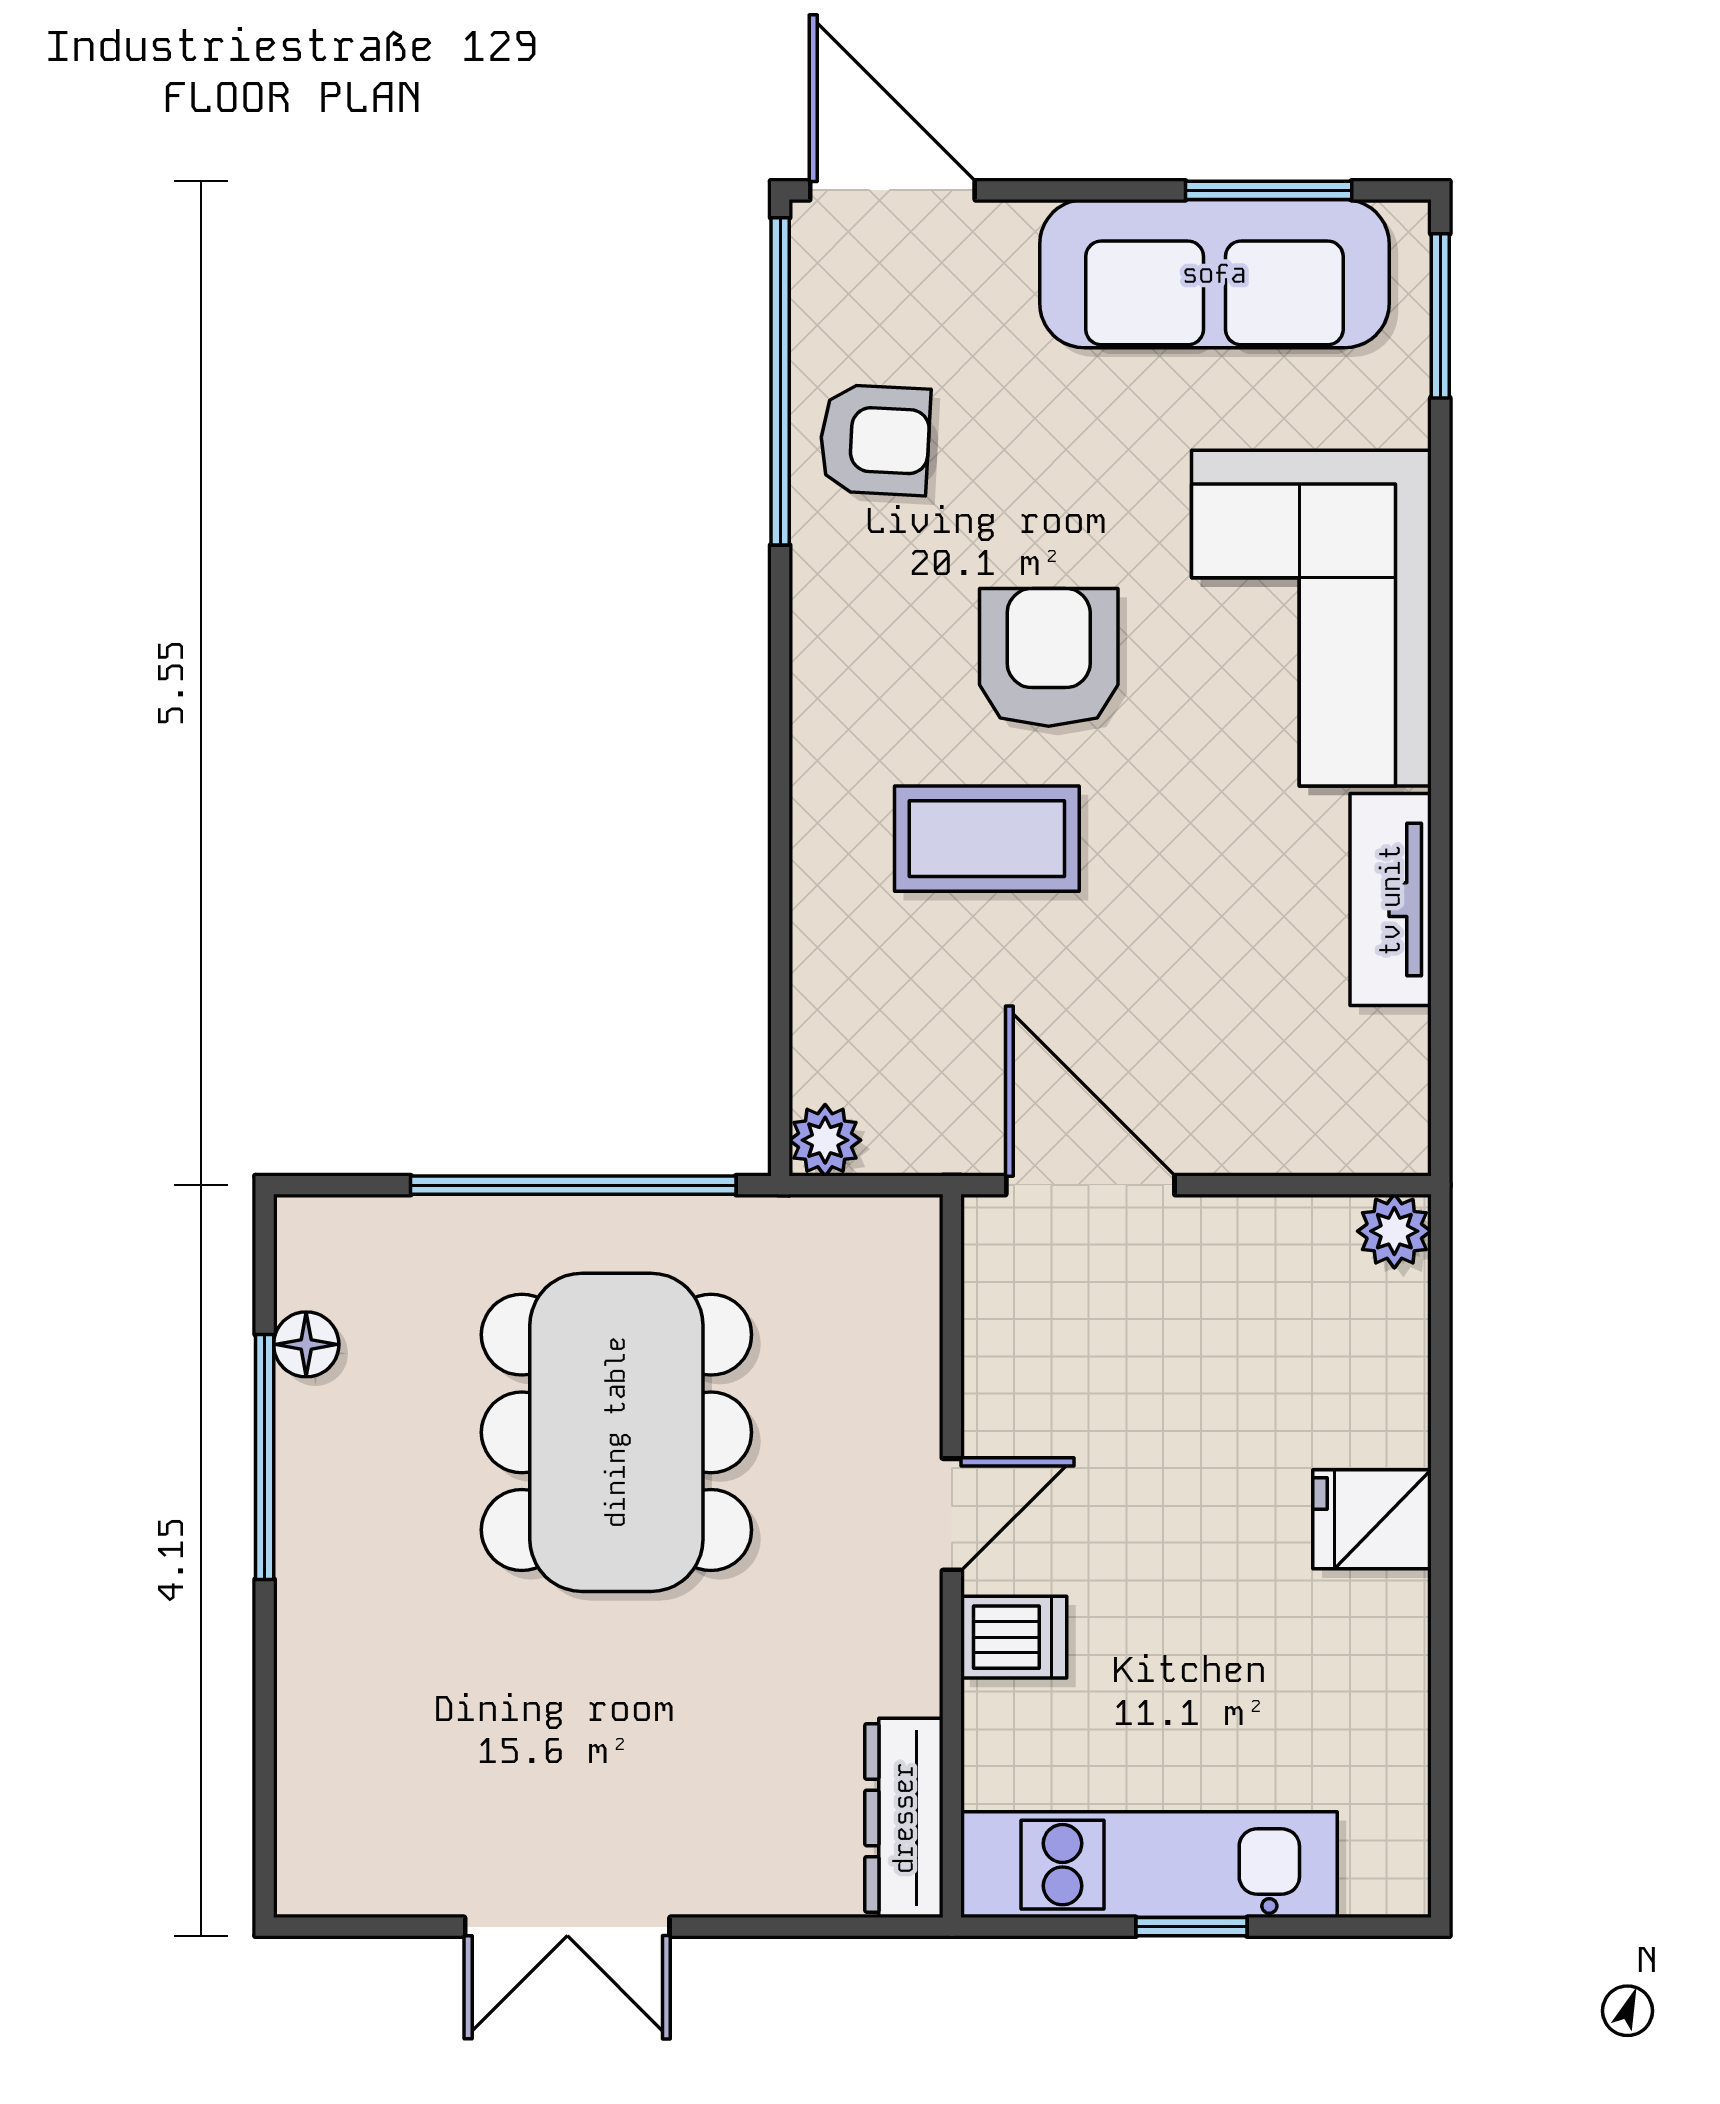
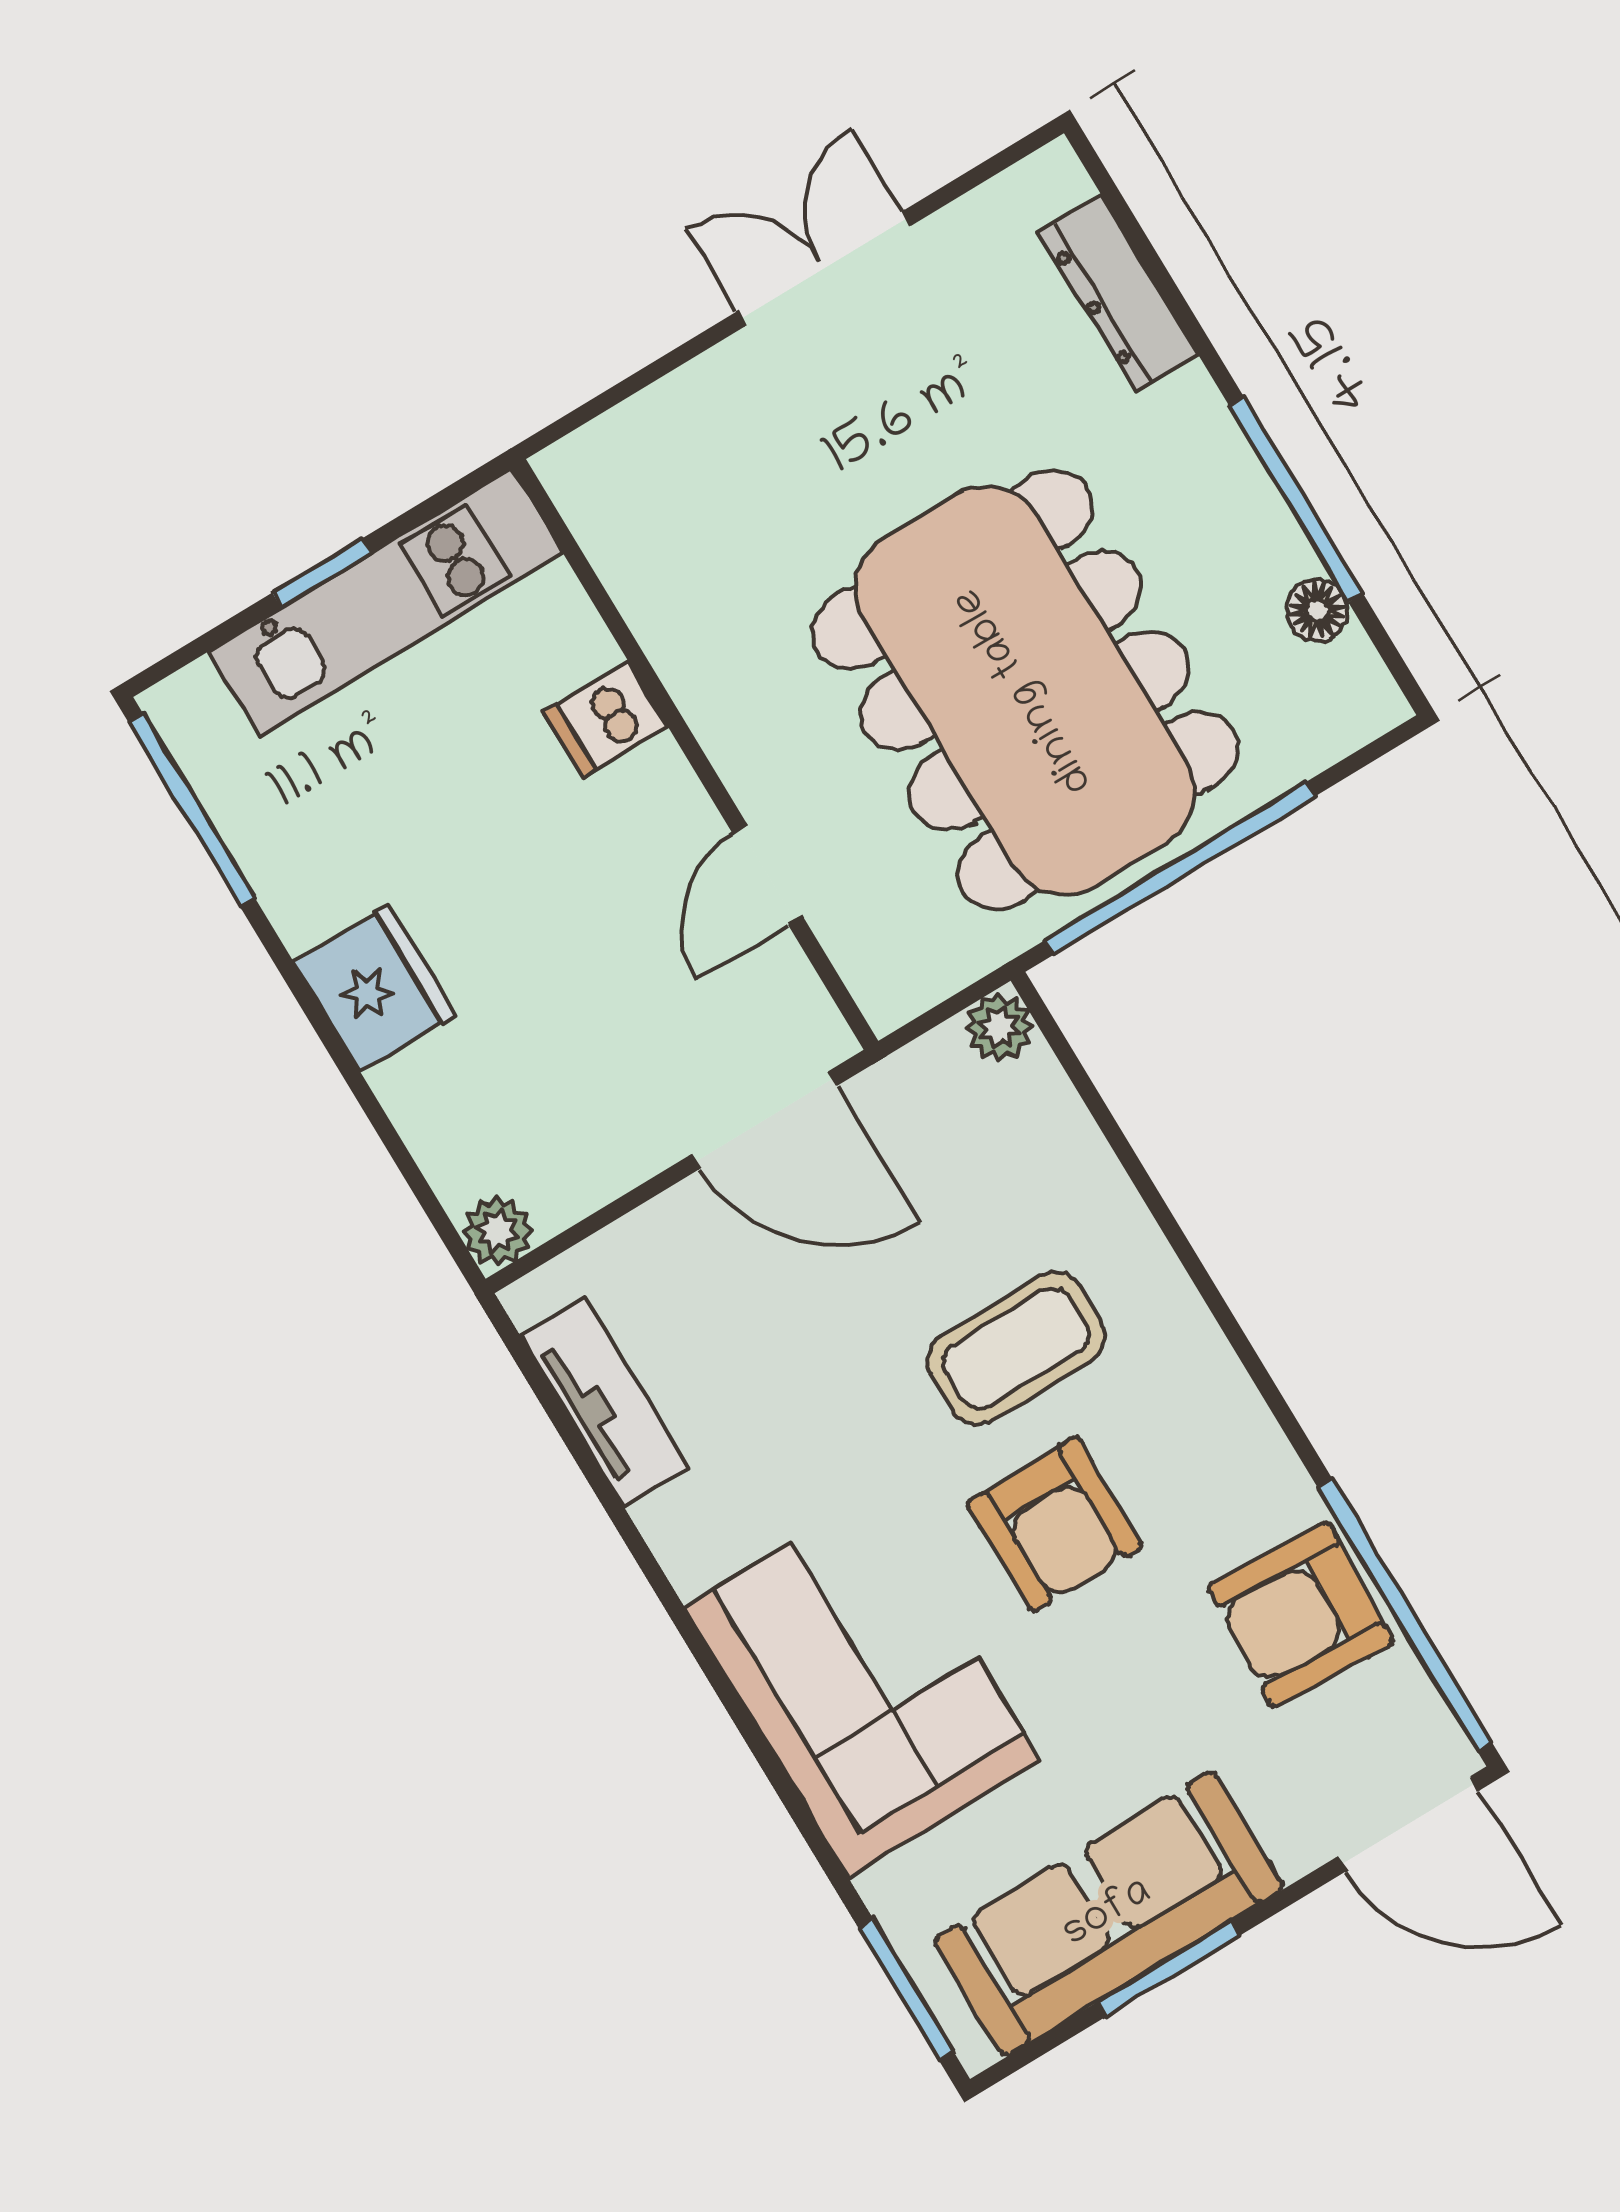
window: (1269, 190) -> (1168, 1969), moved
armchair: (875, 440) -> (1300, 1615), width x1.38, depth x1.38
tv unit: (1391, 900) -> (605, 1402), moved
dining table: (616, 1432) -> (1025, 690), width x1.36, depth x1.24
door: (952, 1514) -> (768, 875), moved
fridge: (1372, 1519) -> (375, 989), width x1.38
window: (1440, 1783) -> (191, 810), added
dresser: (904, 1818) -> (1118, 293), moved, turned 180

